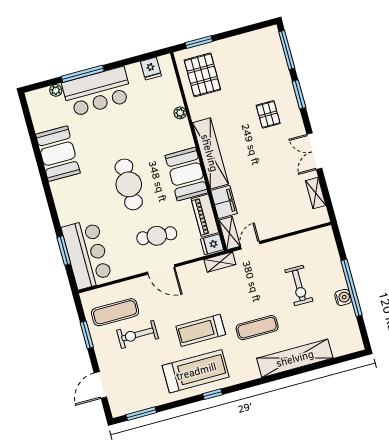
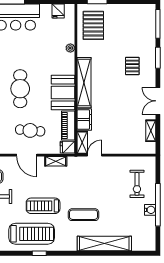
shelving: (220, 262) -> (56, 161), moved
exercise bike: (299, 286) -> (137, 184), moved

